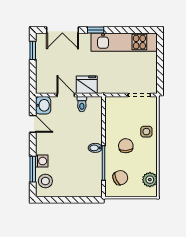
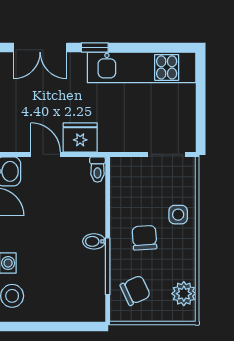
toilet: (82, 104) -> (97, 169), moved

